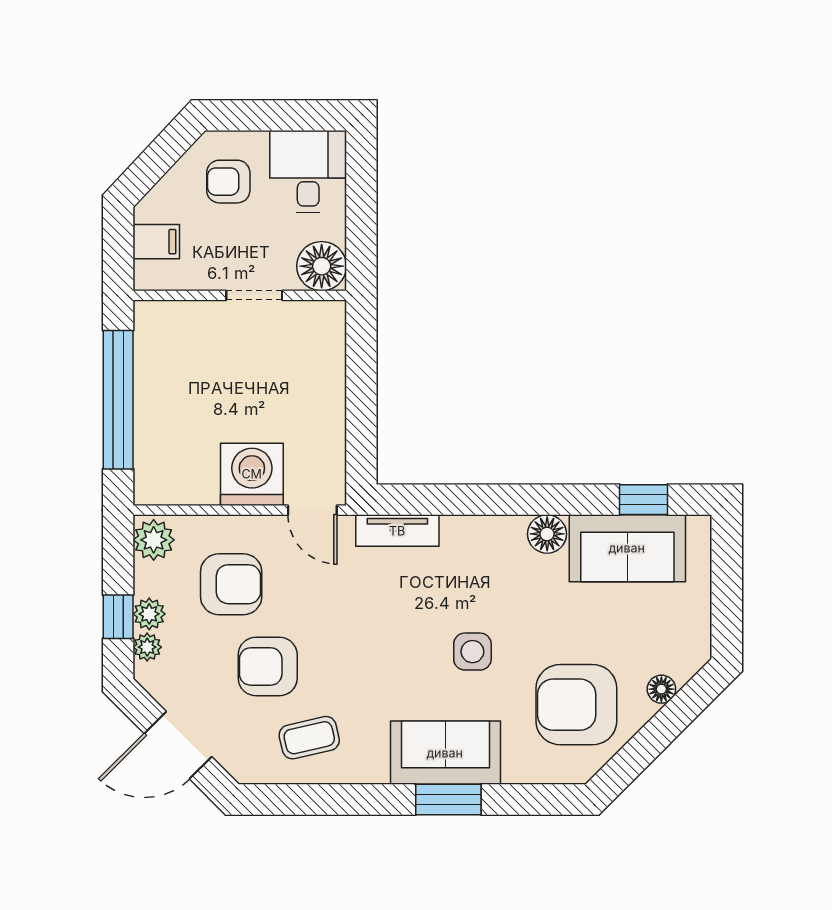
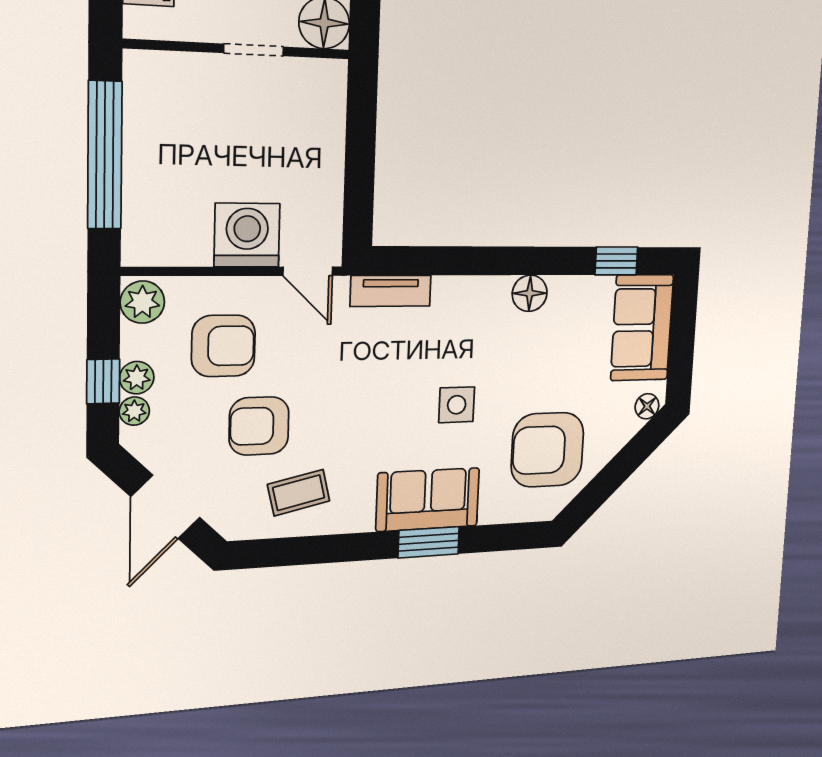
sofa: (627, 548) -> (642, 328), moved, turned 90
floor lamp: (661, 689) -> (647, 406), moved
door: (178, 745) -> (166, 507), hinge flipped

